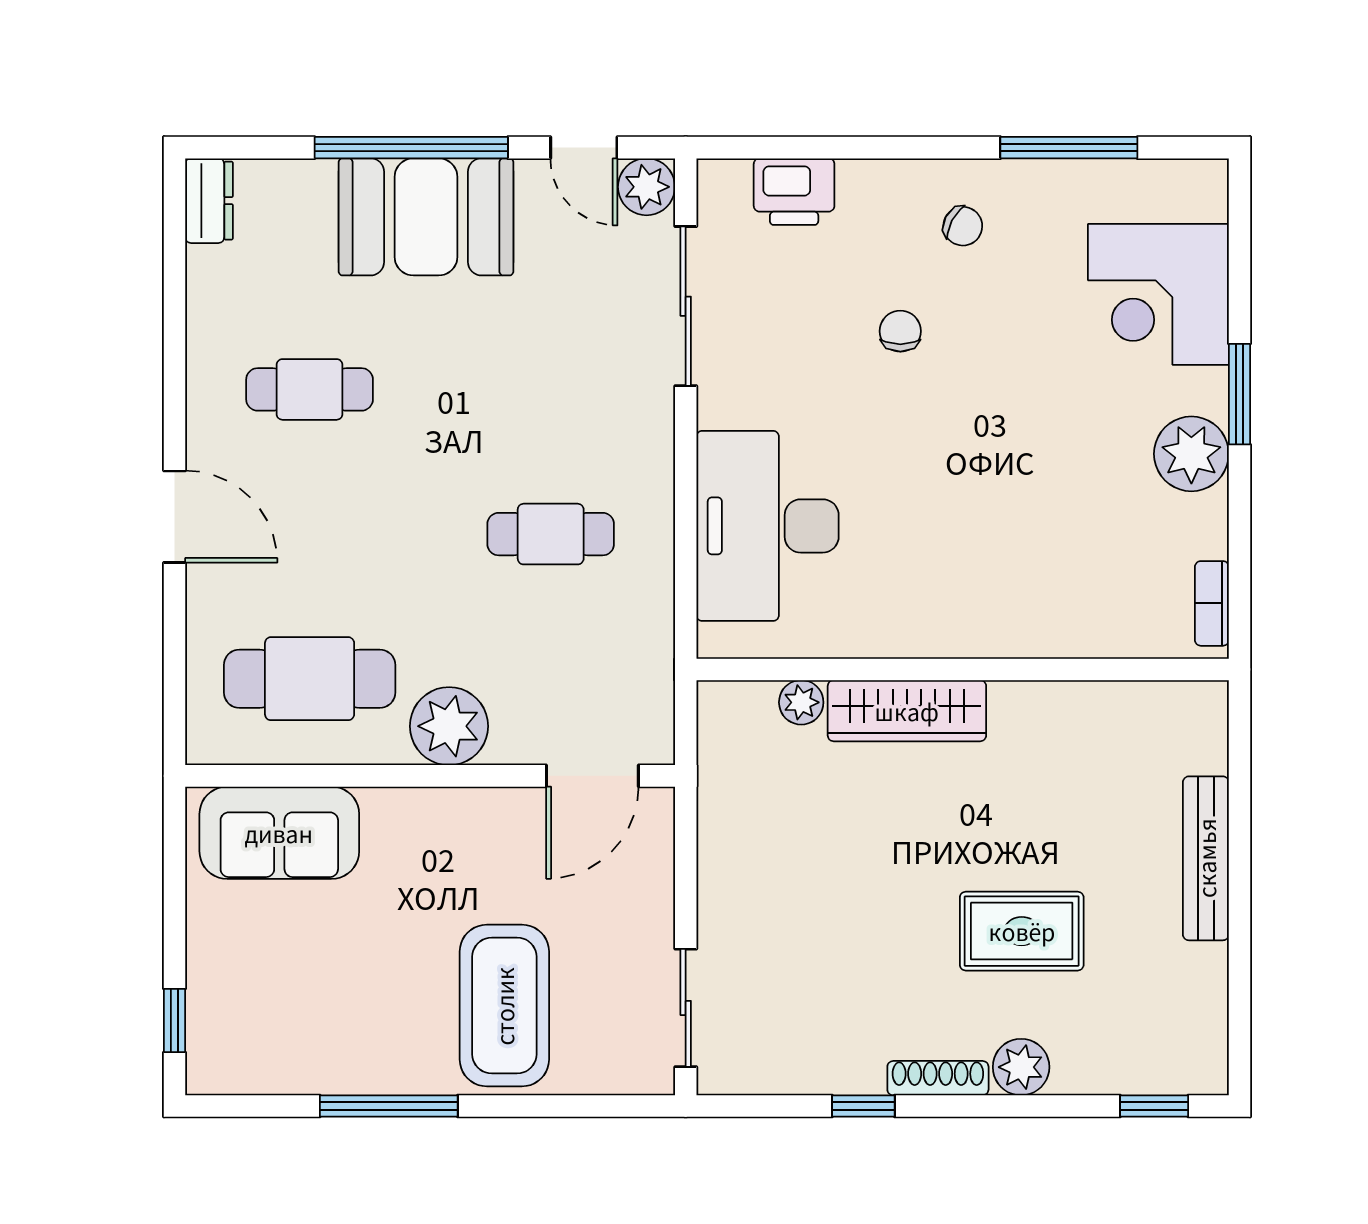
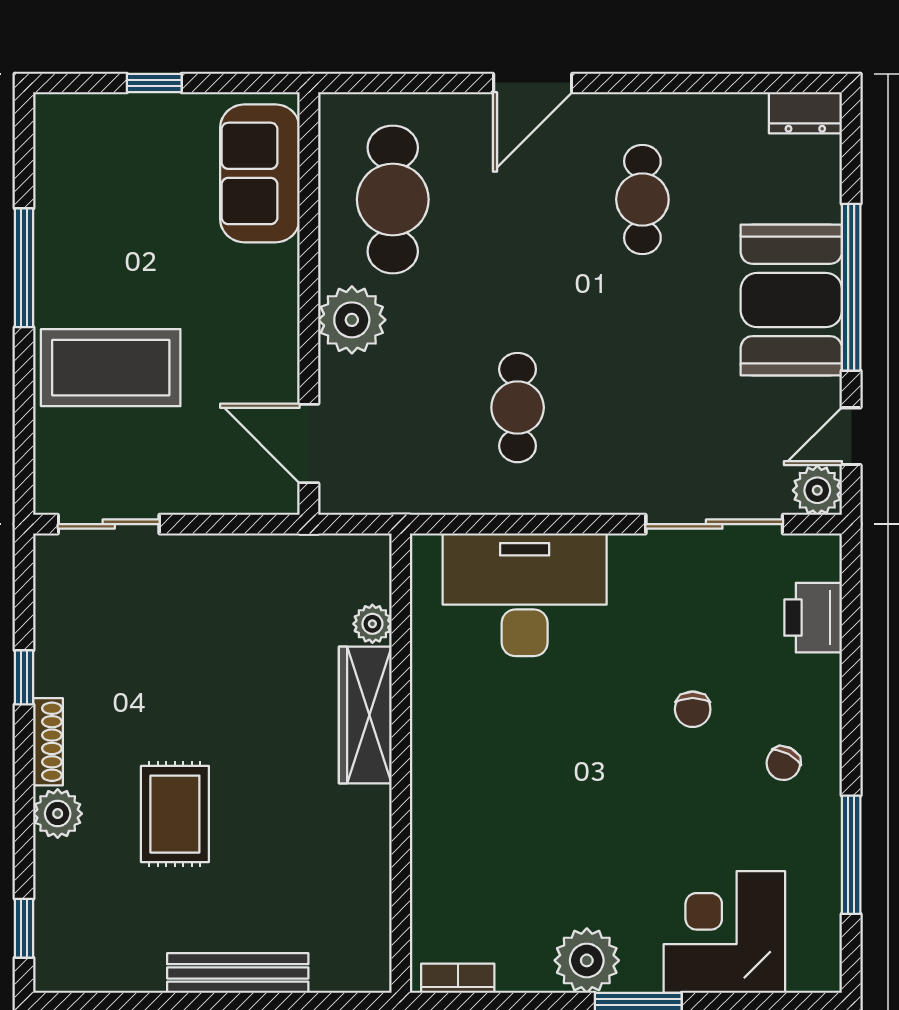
chair: (900, 331) -> (693, 709), turned 90
window: (175, 1020) -> (154, 83), moved

